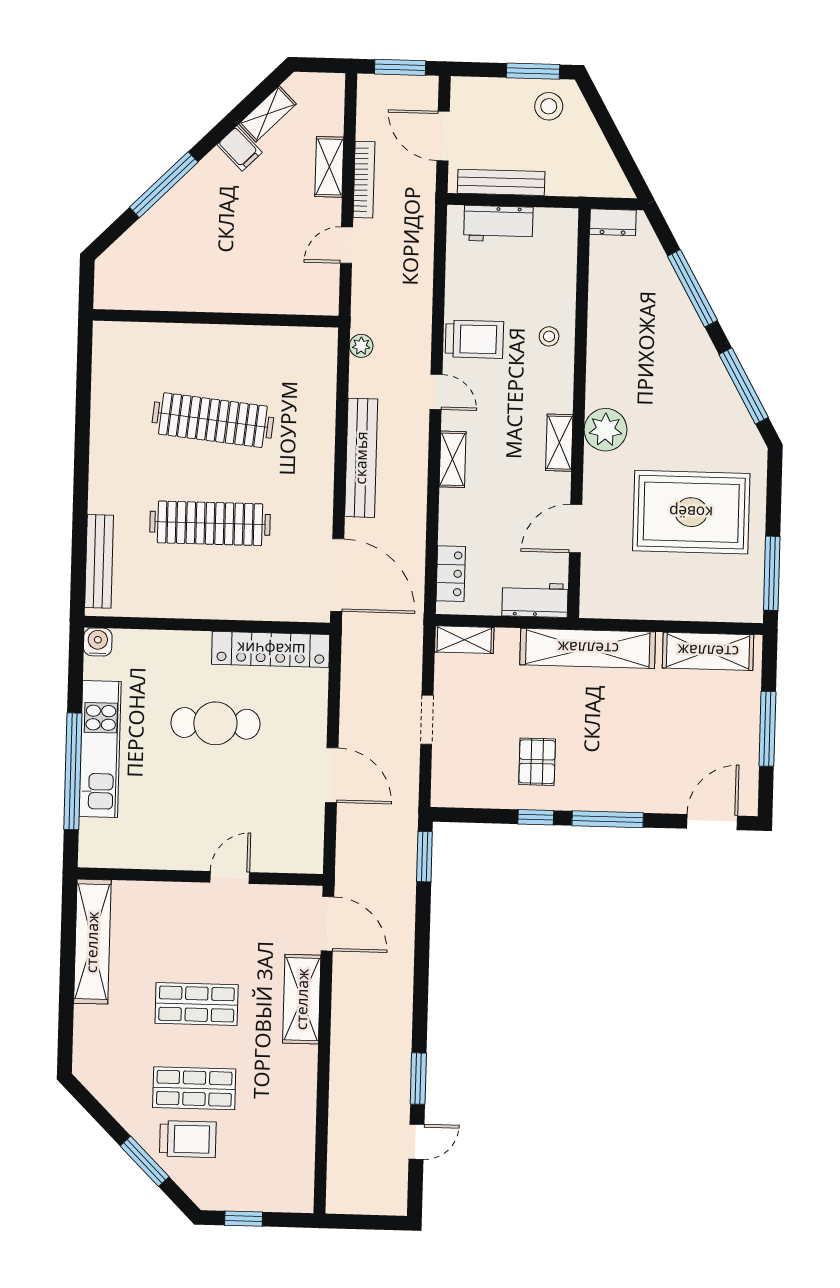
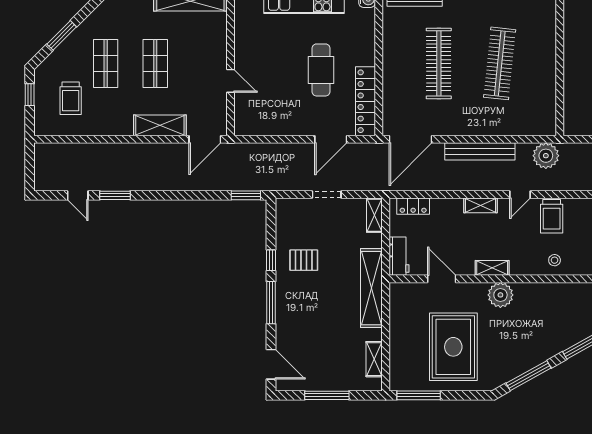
plant: (361, 346) -> (546, 156), width x1.87, depth x1.87
shelving: (708, 651) -> (374, 359), width x0.67, depth x0.75
door: (332, 775) -> (331, 139), moved
trolley: (188, 1139) -> (71, 98), moved

